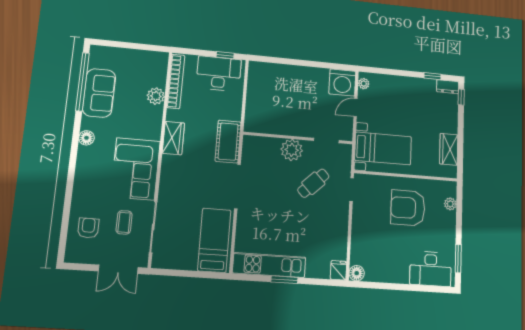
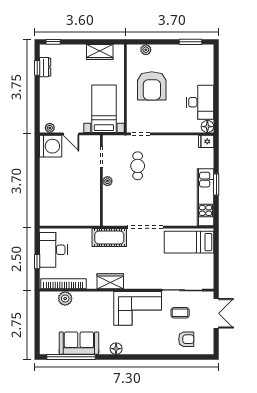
window: (225, 55) -> (37, 262), moved
dresser: (448, 87) -> (45, 67), moved
plant: (156, 96) -> (65, 299), moved
plant: (292, 150) -> (107, 181), width x0.53, depth x0.53
cafe table: (313, 183) -> (138, 166), turned 44
armchair: (88, 228) -> (186, 339), turned 180
desk: (431, 269) -> (200, 102), moved

